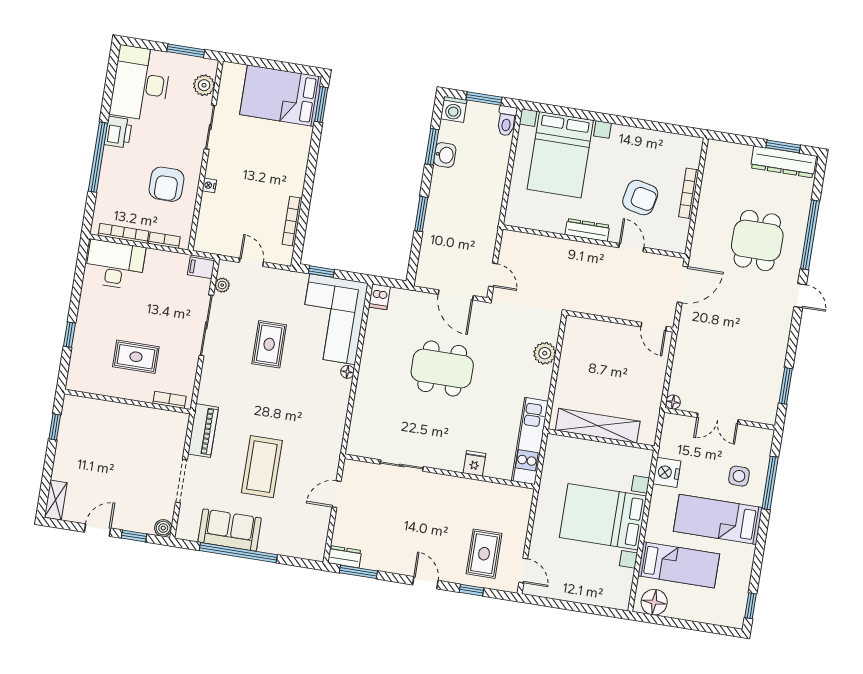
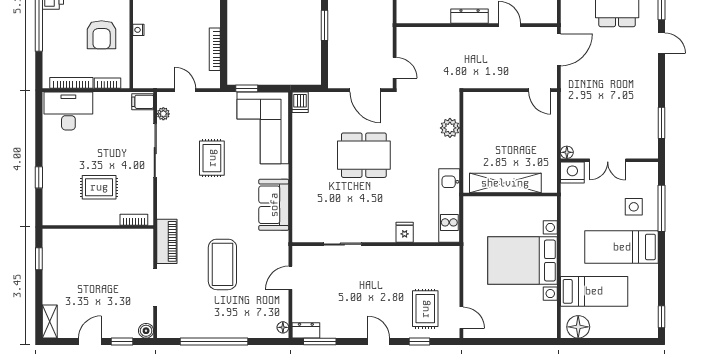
floor lamp: (347, 372) -> (283, 327), moved
nightstand: (667, 472) -> (572, 173), moved, turned 90
sofa: (230, 530) -> (274, 205), moved, turned -90

